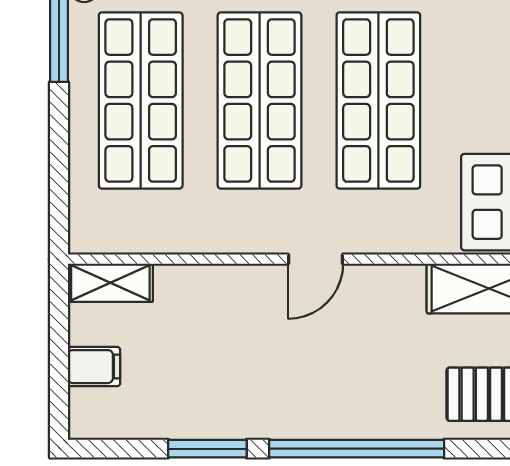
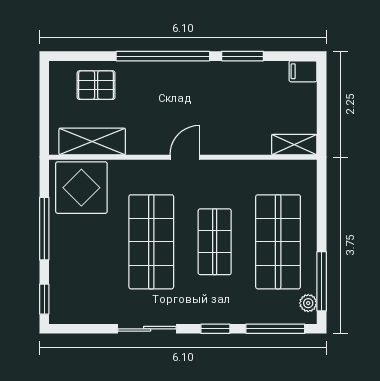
shop shelf: (260, 100) -> (215, 242), width x0.70, depth x0.74
filing cabinet: (94, 367) -> (303, 71), moved

